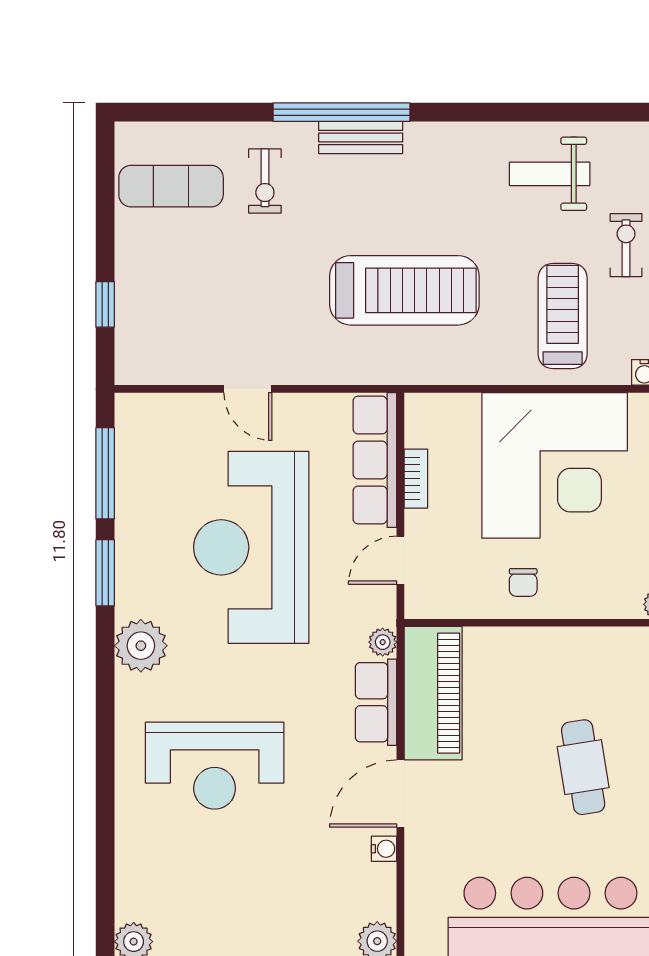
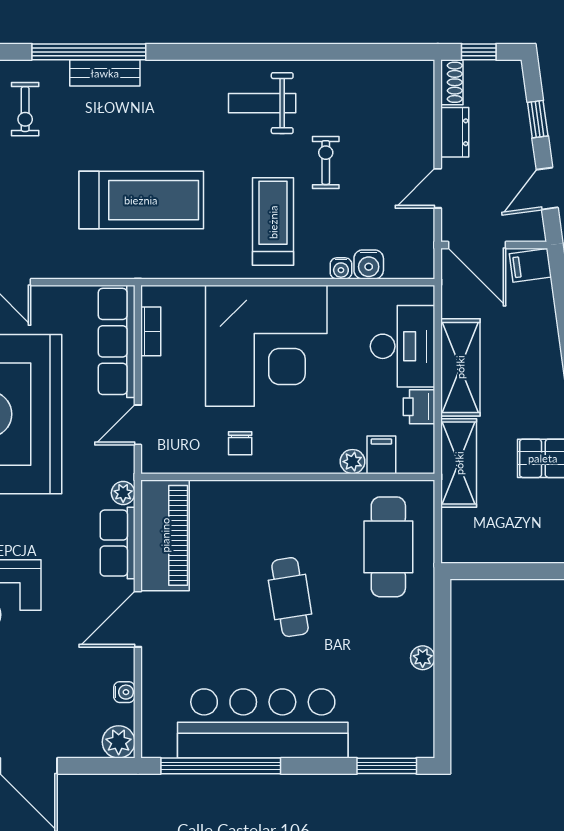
bookcase: (416, 479) -> (151, 331), moved
water cooler: (384, 849) -> (124, 692), moved

